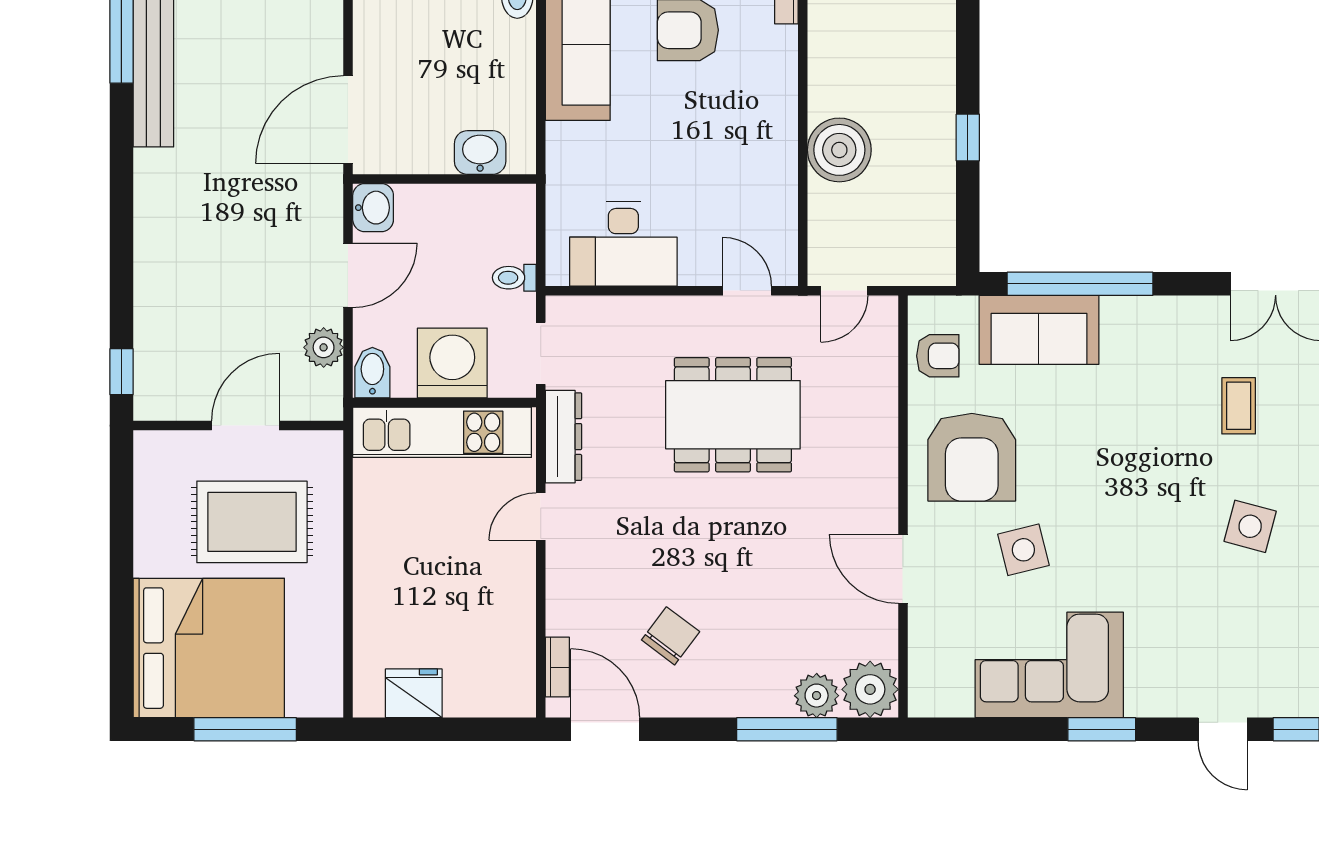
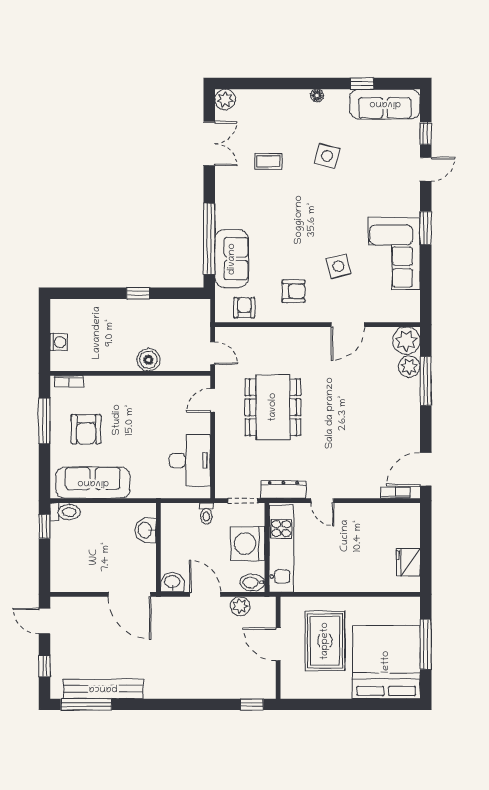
boiler: (839, 150) -> (148, 360), width x0.73, depth x0.73
armchair: (972, 457) -> (294, 291), width x0.53, depth x0.53
chair: (671, 636) -> (380, 438), removed

